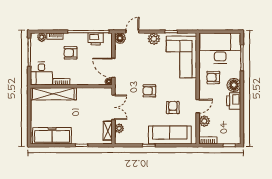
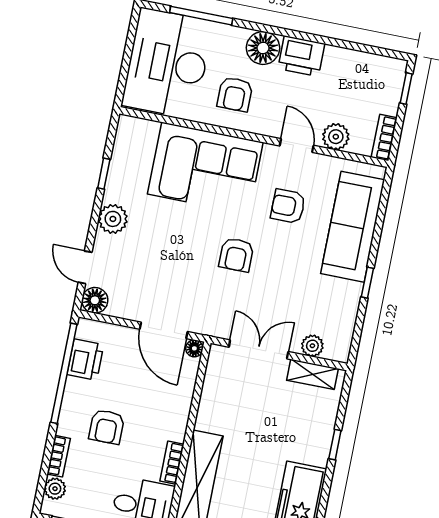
corner sofa: (181, 57) -> (205, 168), moved
door: (113, 68) -> (164, 330), hinge flipped

